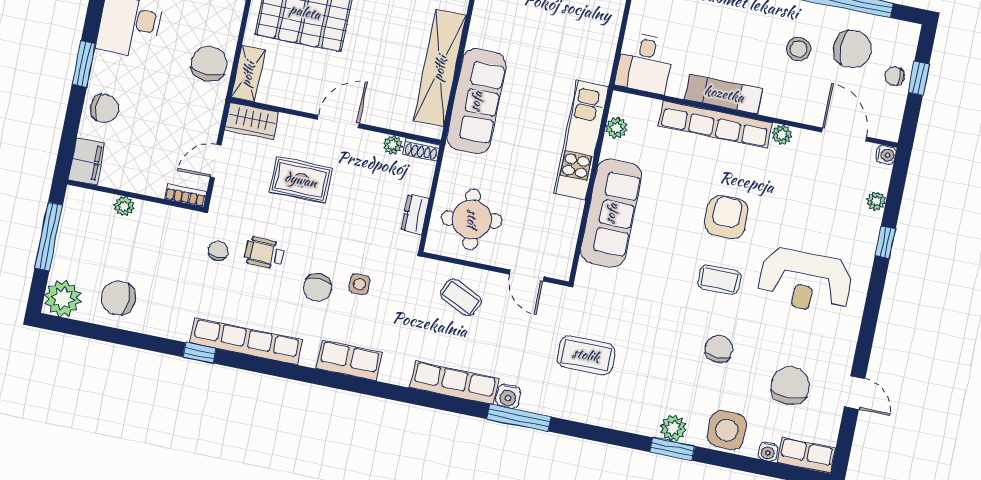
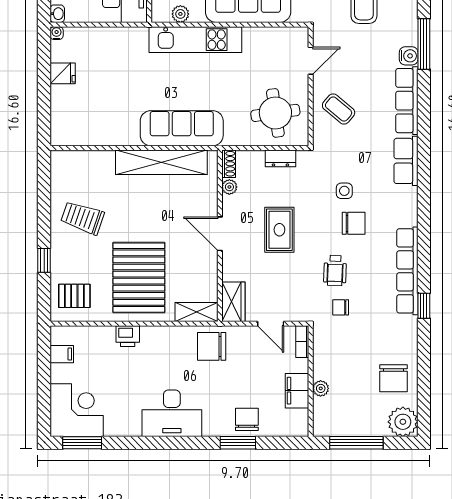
window: (84, 64) -> (238, 443), moved
chair: (209, 64) -> (212, 346), moved
filing cabinet: (86, 161) -> (297, 391), moved, turned -90
rug: (301, 180) -> (279, 230), moved
coffee table: (461, 298) -> (339, 109), turned -75
row of seats: (349, 361) -> (406, 161), moved

